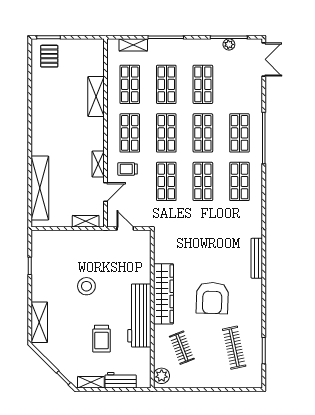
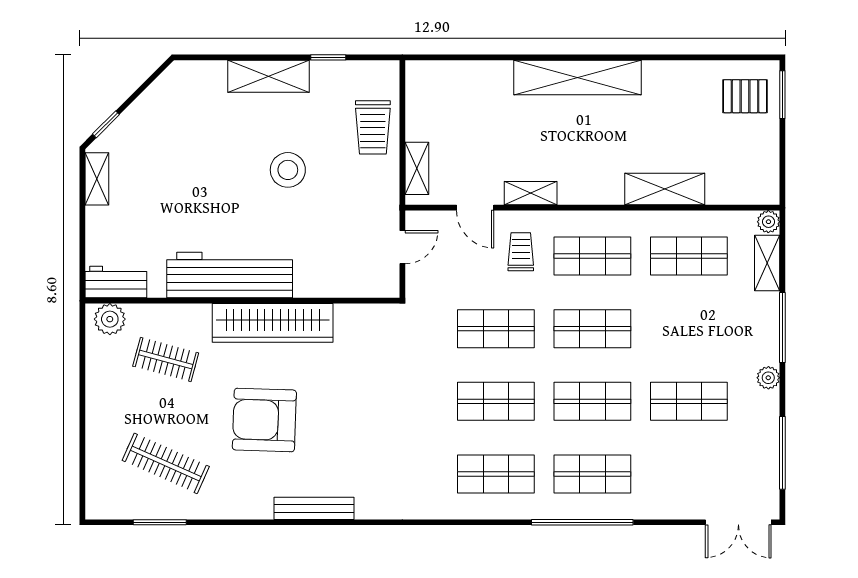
plant: (112, 44) -> (768, 222), added
plant: (229, 44) -> (768, 378), moved
shop shelf: (166, 84) -> (689, 329), removed
shelving: (40, 188) -> (578, 77), moved
bench: (257, 258) -> (314, 508), moved
shelving: (39, 322) -> (269, 76), moved
trolley: (101, 339) -> (373, 127), moved, turned -90
clothes rail: (182, 348) -> (166, 360), turned 36
clothes rail: (234, 348) -> (166, 463), turned 36
workbench: (121, 380) -> (116, 282), moved, turned -90

